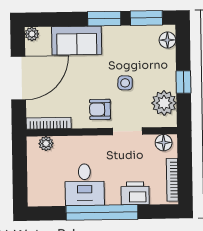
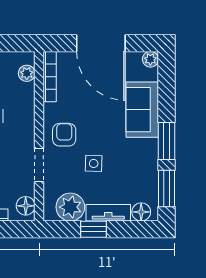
tv unit: (169, 69) -> (108, 213), added

